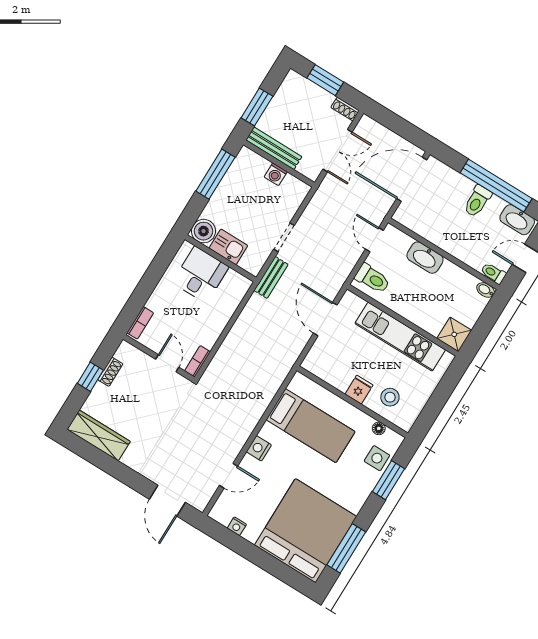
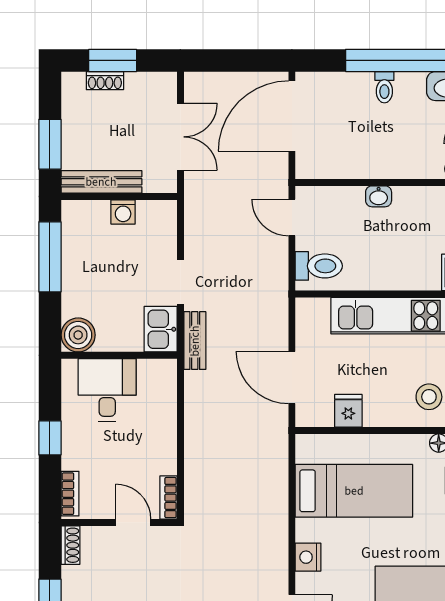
shoe rack: (345, 109) -> (105, 81), moved
toilet: (477, 201) -> (384, 87), width x0.73, depth x0.72
kitchen sink: (228, 247) -> (161, 329), moved, turned -90
washbasin: (425, 258) -> (379, 196), width x0.52, depth x0.69
window: (149, 282) -> (50, 438), added
door: (325, 319) -> (292, 377), moved
shoe rack: (110, 372) -> (70, 545), moved
fridge: (359, 390) -> (348, 411), moved

